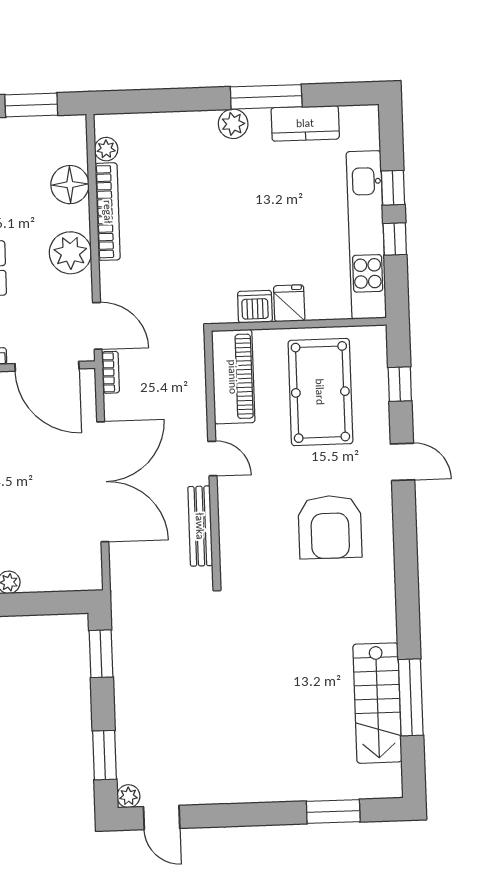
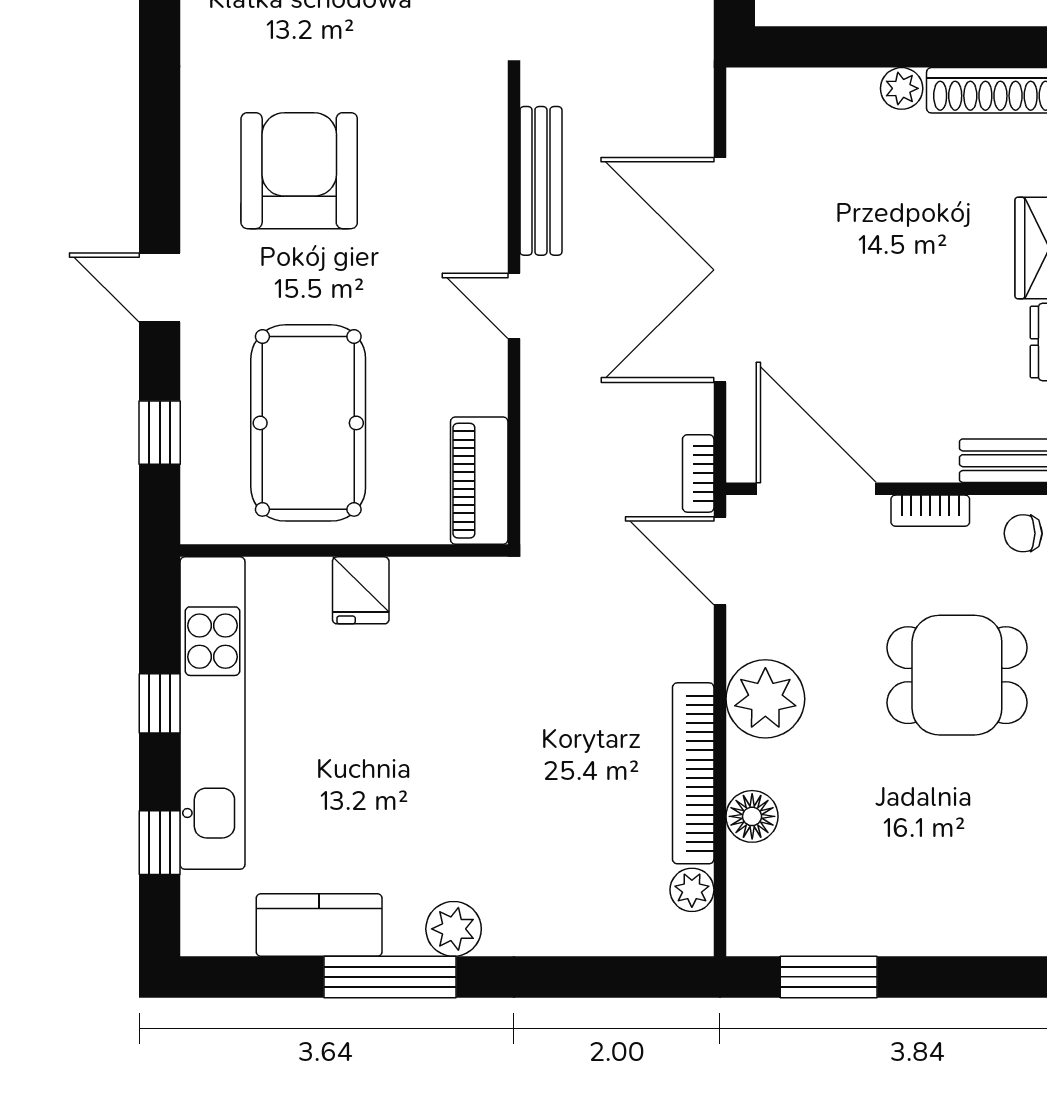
floor lamp: (70, 185) -> (752, 816), width x0.73, depth x0.73
window: (393, 188) -> (160, 843), moved
dishwasher: (255, 307) -> (425, 586), removed
piano: (233, 377) -> (479, 481), width x0.73, depth x0.75

